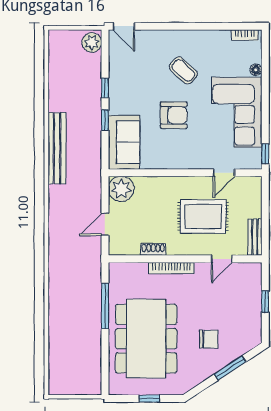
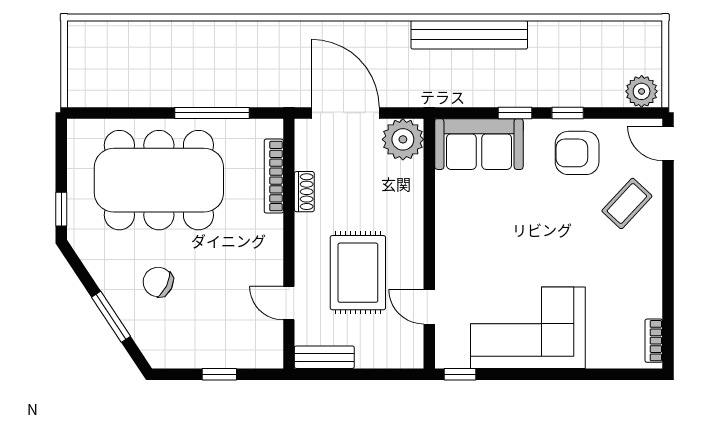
door: (124, 26) -> (668, 144), hinge flipped
coffee table: (183, 70) -> (627, 203), moved
floor lamp: (256, 70) -> (597, 359), removed
armchair: (174, 115) -> (577, 153), moved, turned 90
door: (105, 224) -> (345, 113), width x1.88
bookcase: (171, 268) -> (274, 176), moved
chair: (209, 339) -> (158, 282), turned 116
window: (149, 398) -> (61, 209), moved

